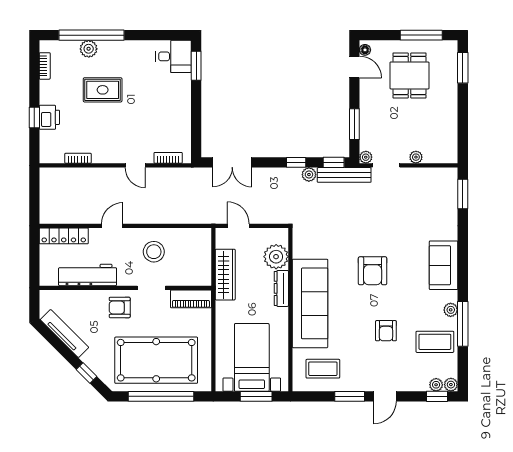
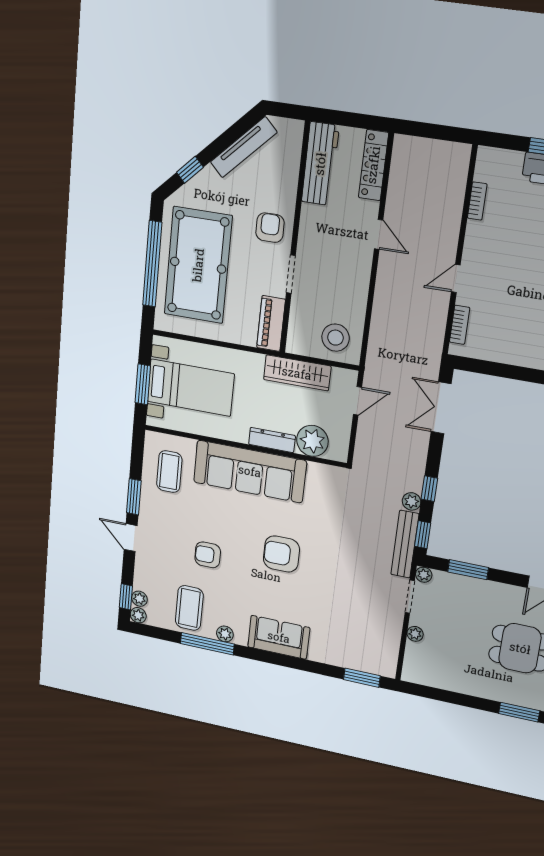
stool: (154, 252) -> (335, 338), moved
workbench: (88, 275) -> (320, 164), moved

